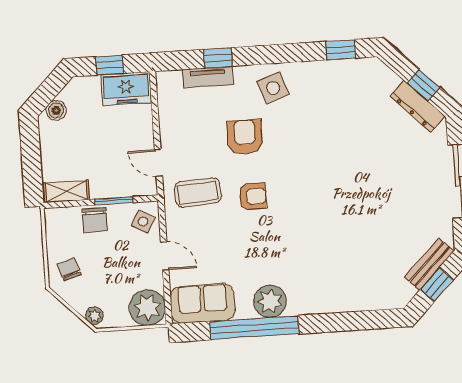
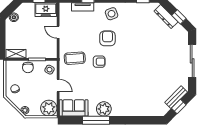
dresser: (417, 106) -> (166, 17), moved
armchair: (245, 137) -> (107, 38), moved
door: (158, 163) -> (58, 32), moved
window: (254, 328) -> (96, 120), width x0.68

